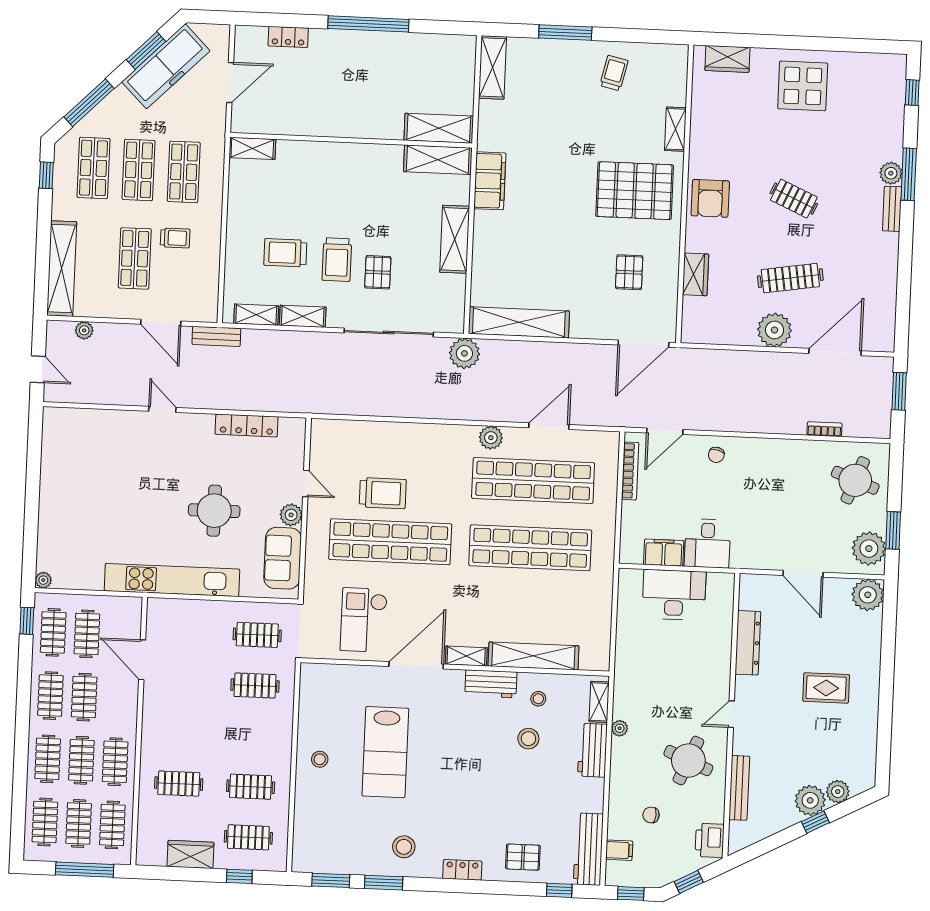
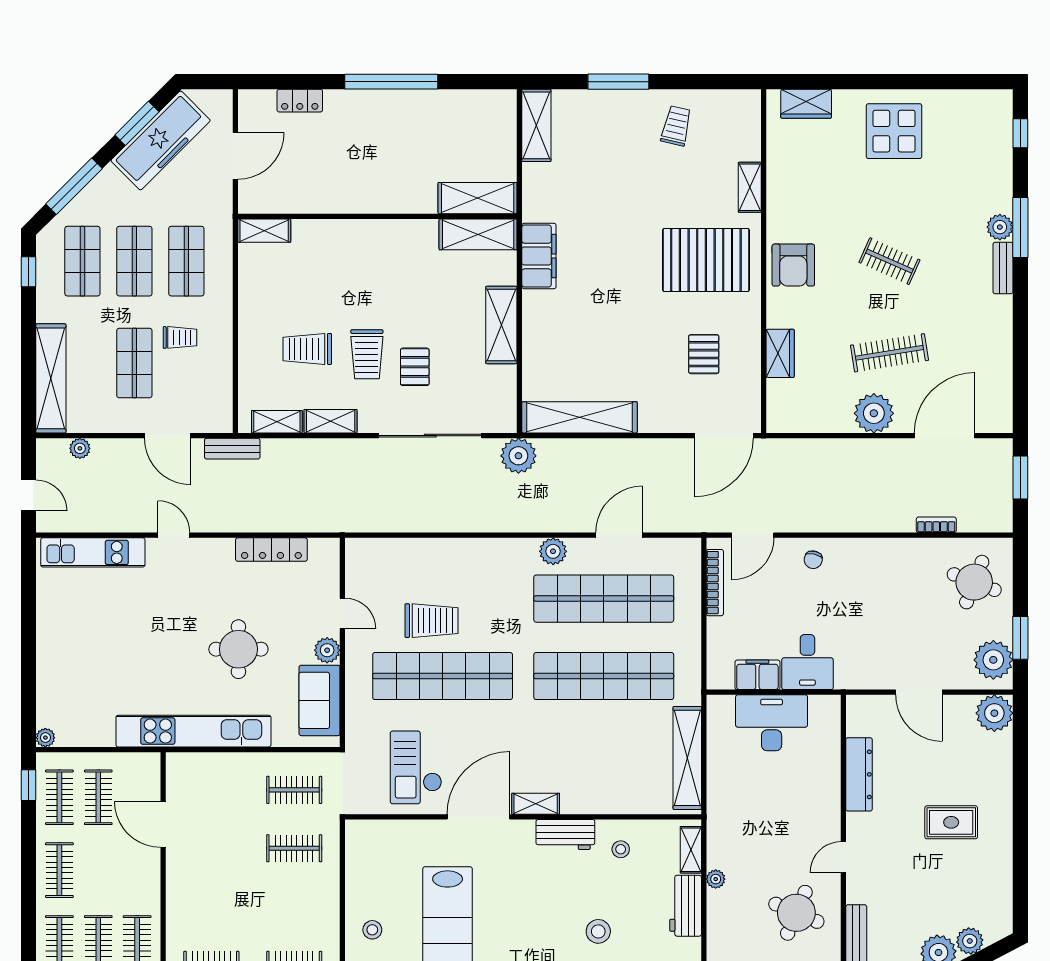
kitchen unit: (91, 421) -> (93, 552), added
shelving: (533, 656) -> (687, 758), moved, turned 90
clothes rail: (84, 697) -> (98, 870), removed
stool: (528, 739) -> (598, 931), moved

